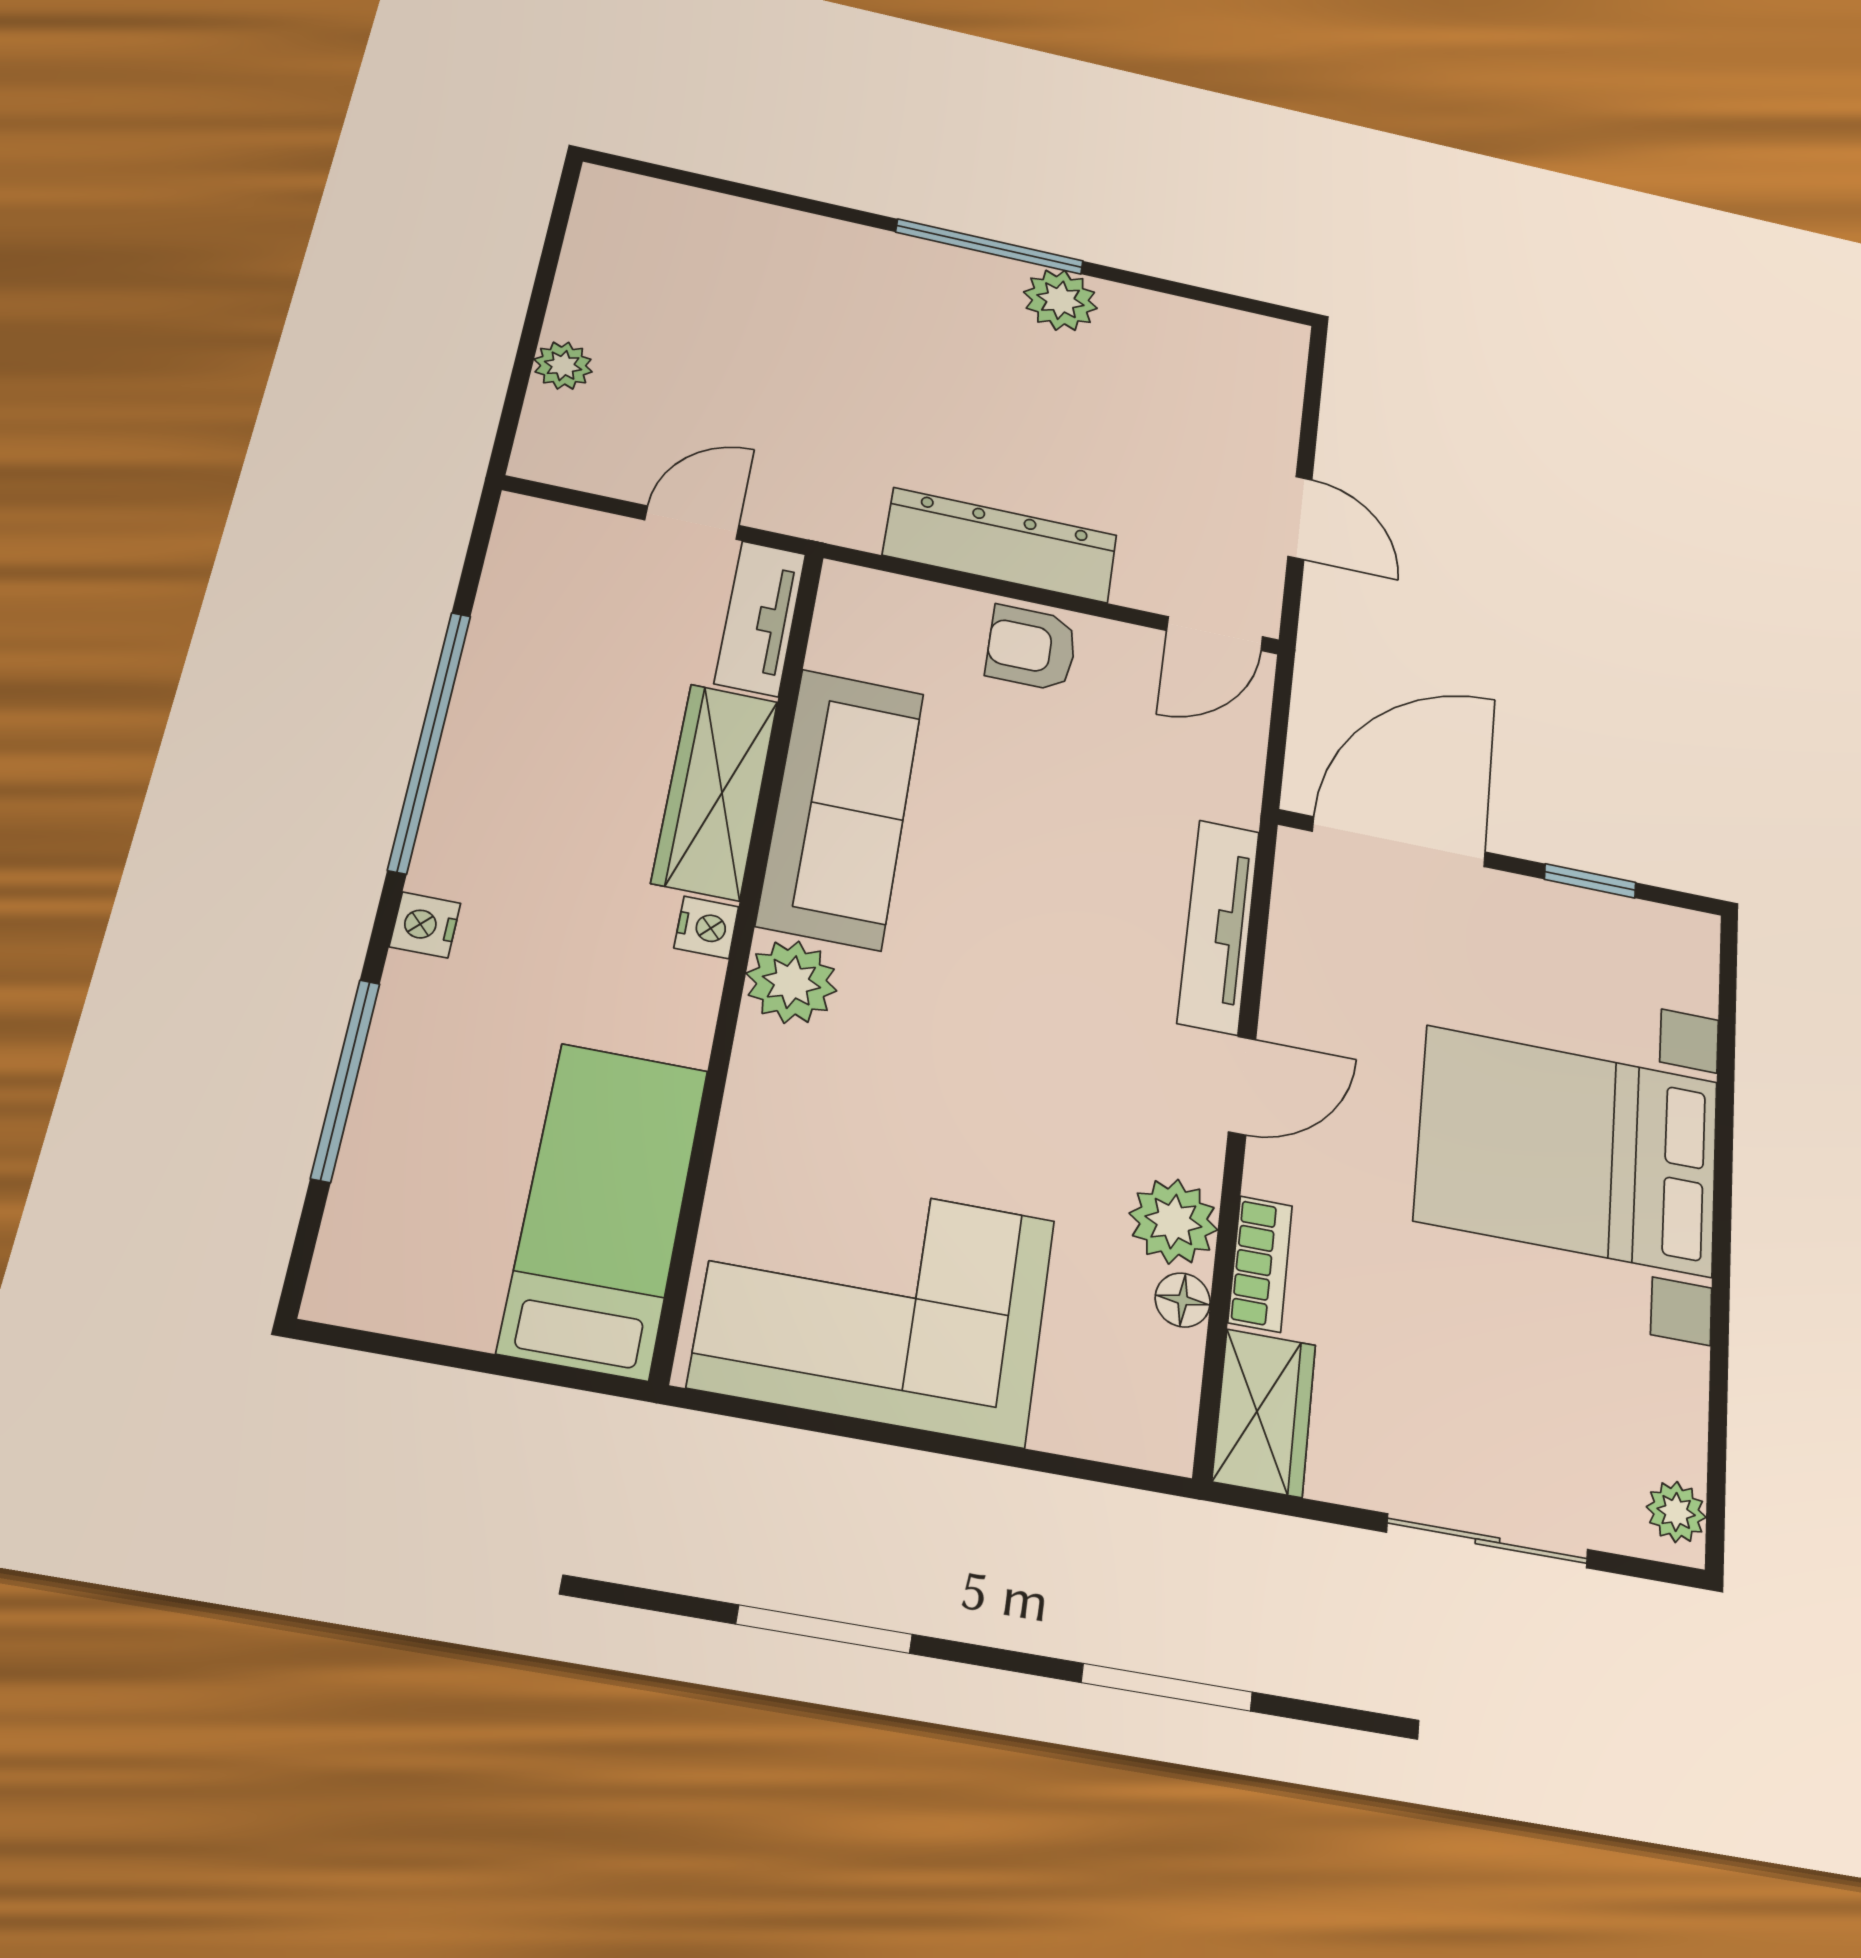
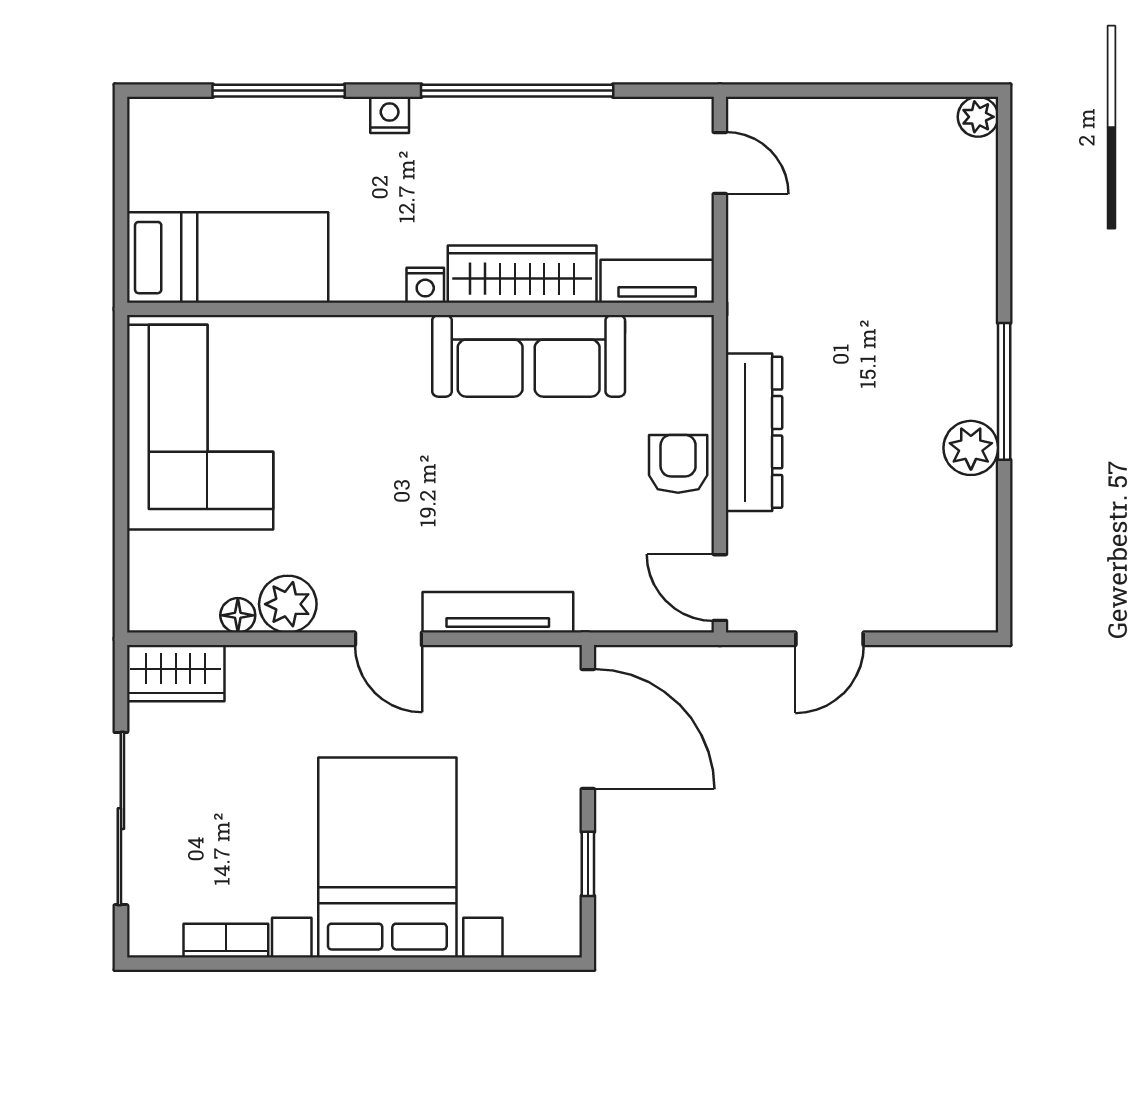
plant: (563, 366) -> (978, 117), moved
door: (692, 523) -> (720, 163), moved
plant: (791, 982) -> (399, 344), removed
bookcase: (1260, 1264) -> (226, 941), moved, turned 180
plant: (1676, 1512) -> (160, 938), removed
sliding door: (1487, 1541) -> (121, 819), width x1.37

